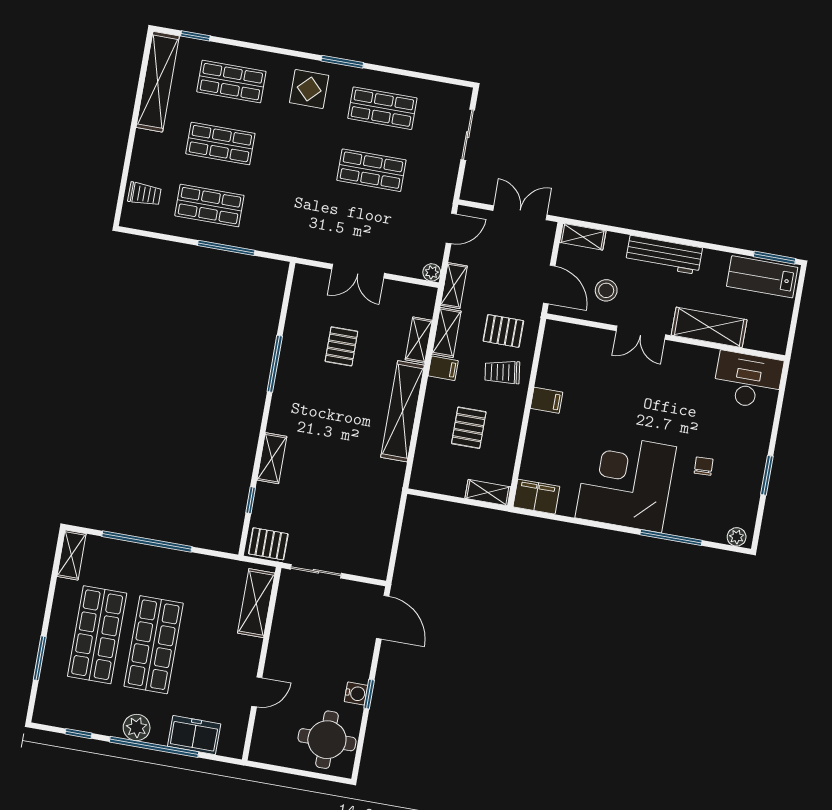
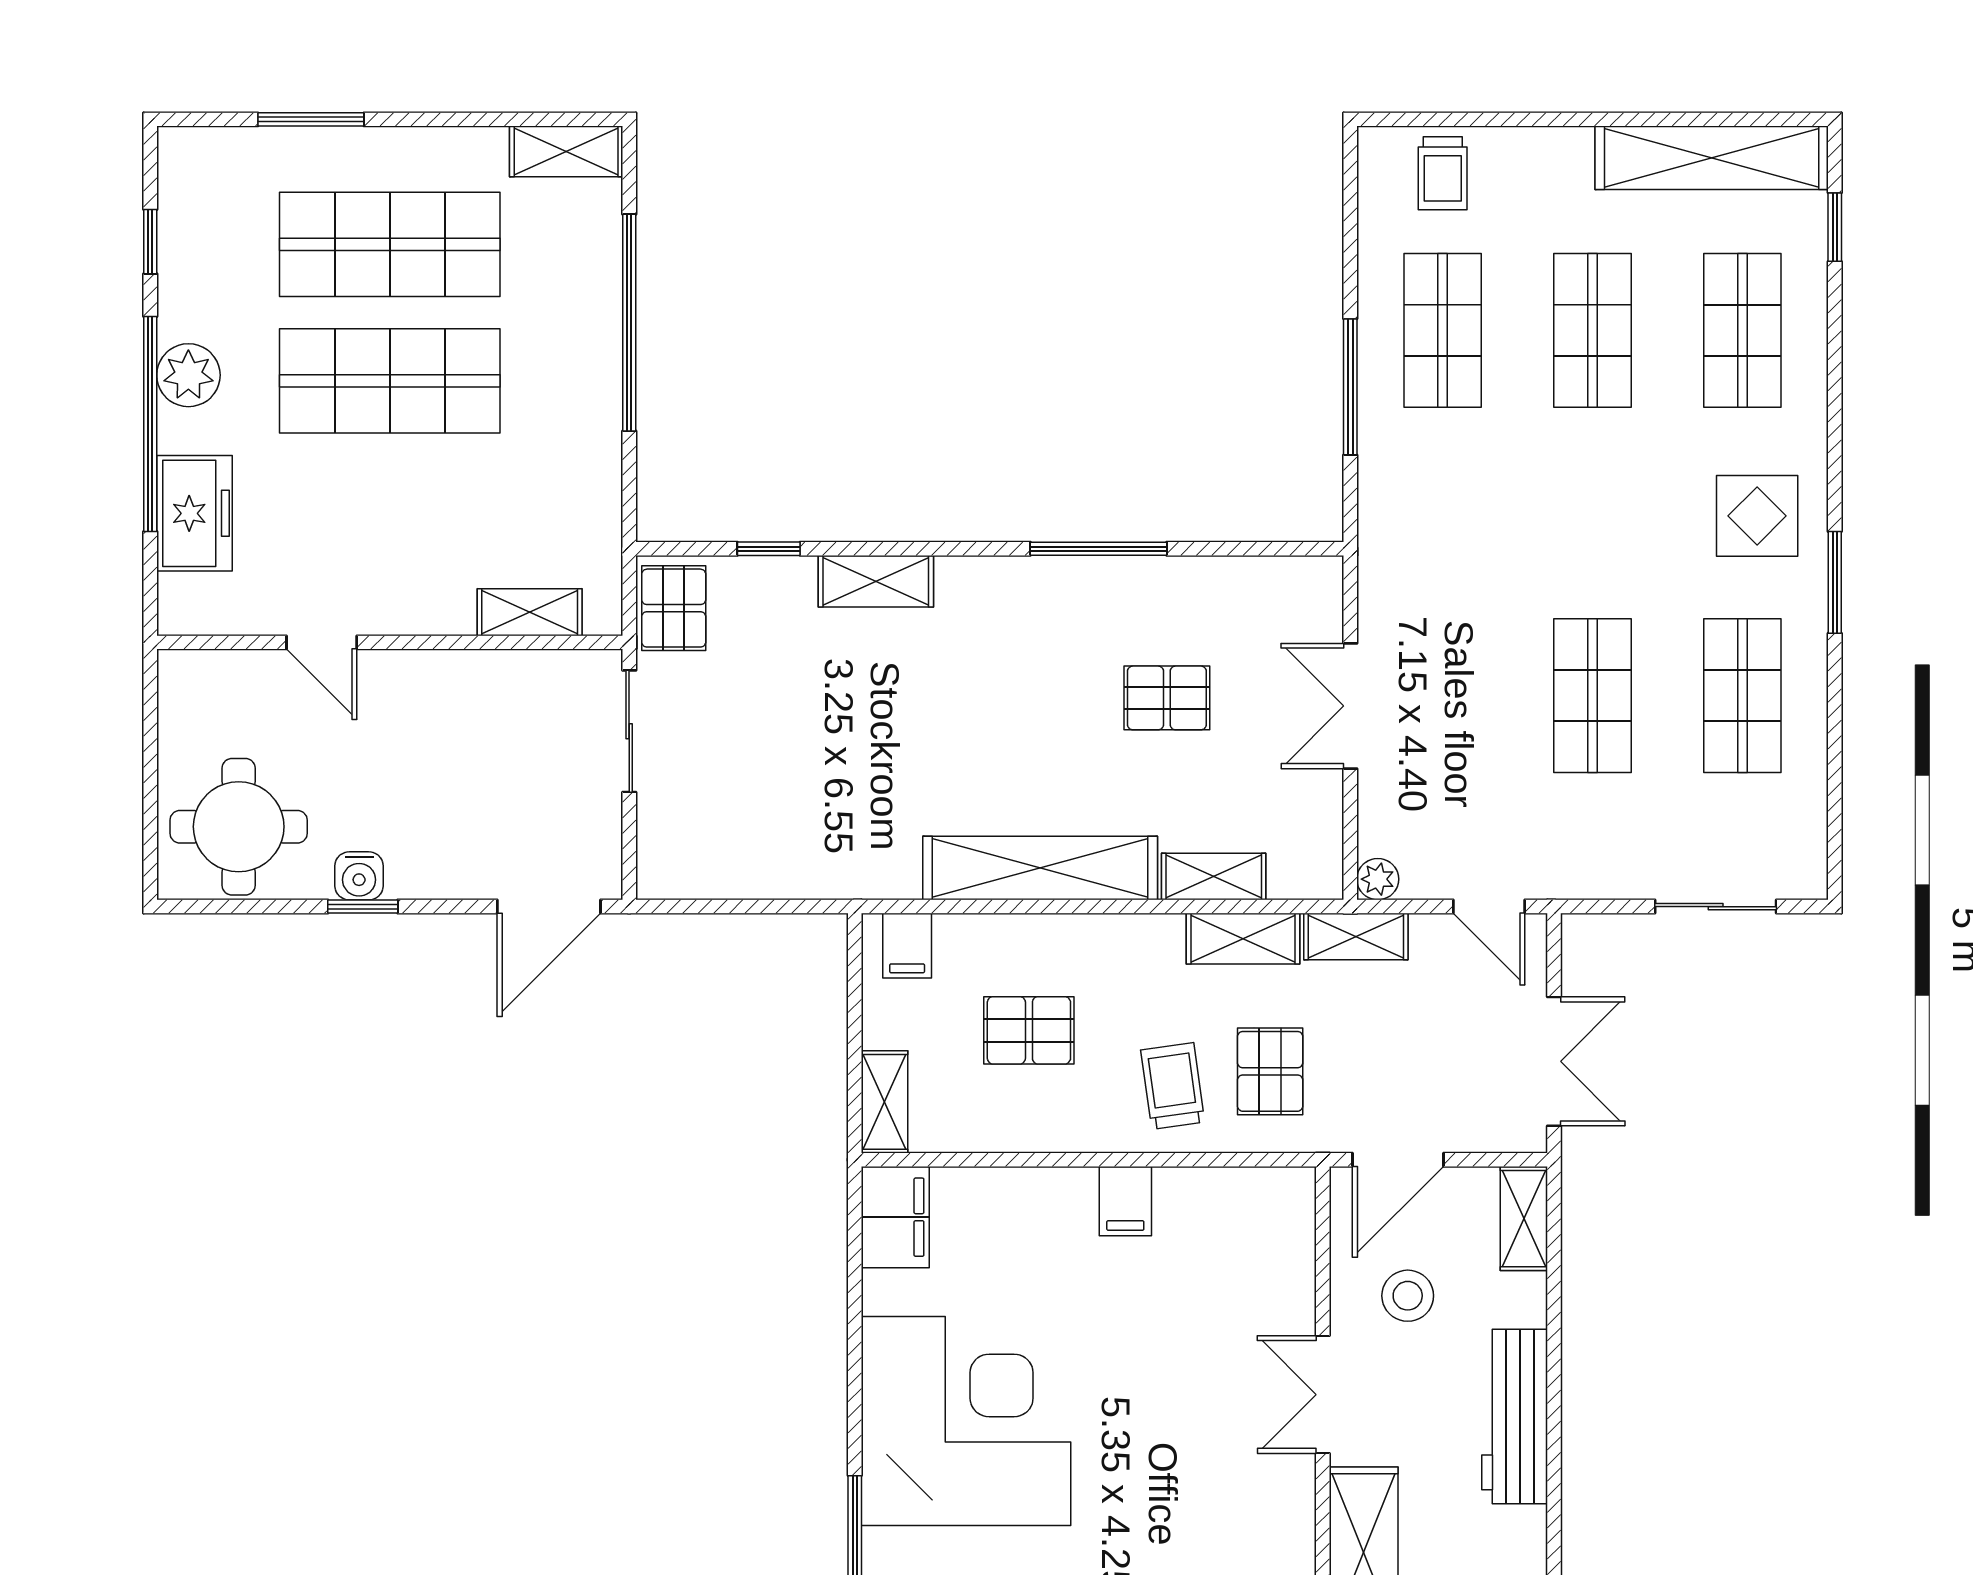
filing cabinet: (443, 368) -> (907, 946), moved
shelving: (256, 603) -> (530, 612), width x0.67, depth x0.75

